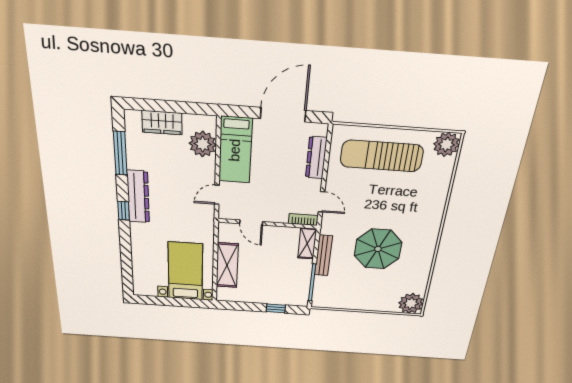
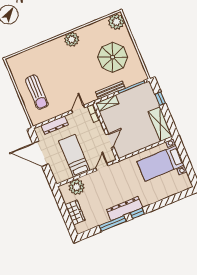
plant: (446, 144) -> (72, 39), moved
bed: (235, 150) -> (74, 156), moved, turned -90
window: (120, 153) -> (113, 224), moved
sun lounger: (382, 156) -> (37, 92), width x0.73, depth x0.75
door: (217, 195) -> (102, 167), swing flipped
parasol: (378, 249) -> (113, 57), moved
shelving: (227, 265) -> (160, 124), moved, turned 90

